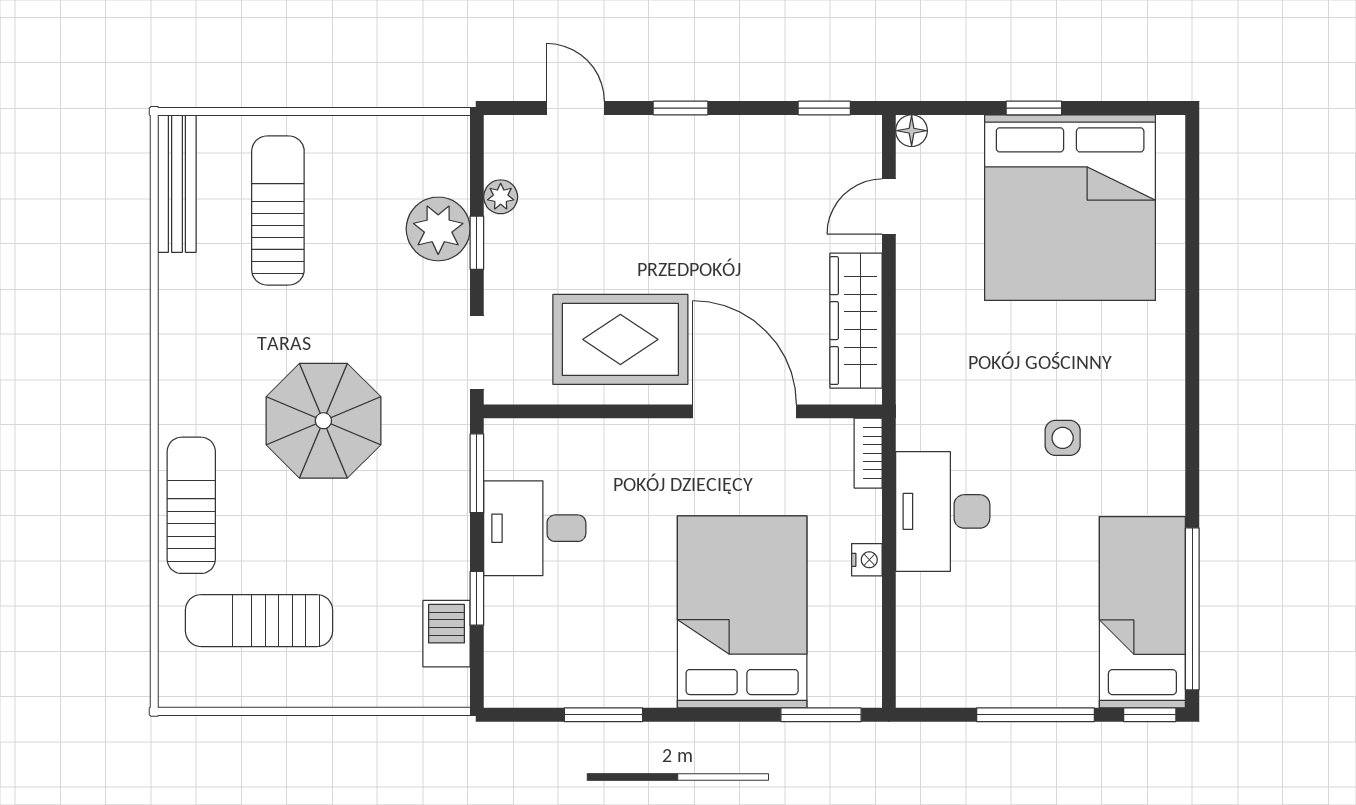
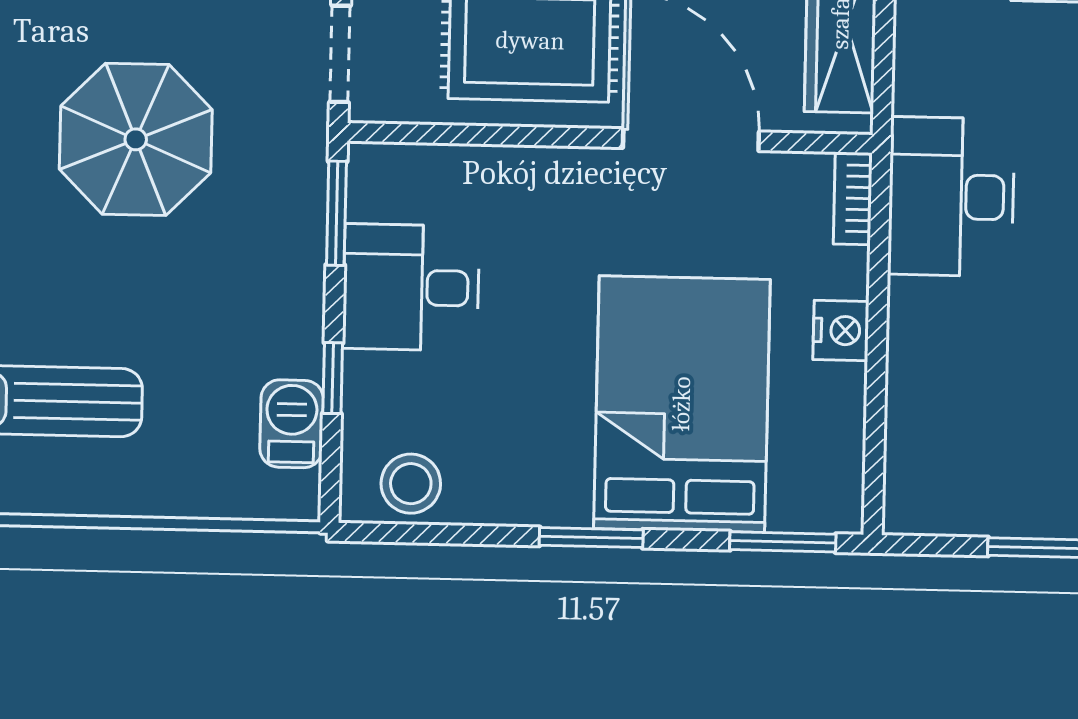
desk: (943, 511) -> (951, 197), moved
nightstand: (867, 560) -> (841, 330), width x1.39, depth x1.35
stool: (538, 677) -> (411, 484), added
window: (603, 715) -> (591, 538), moved

